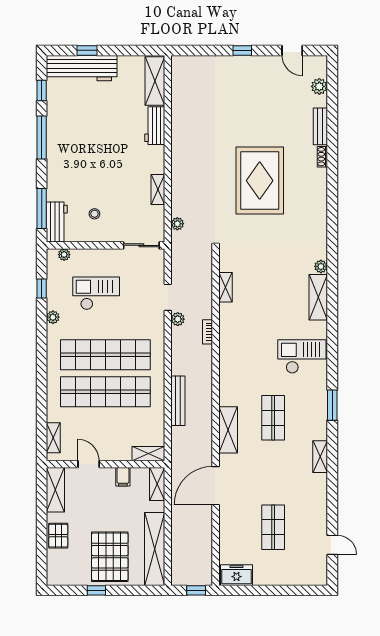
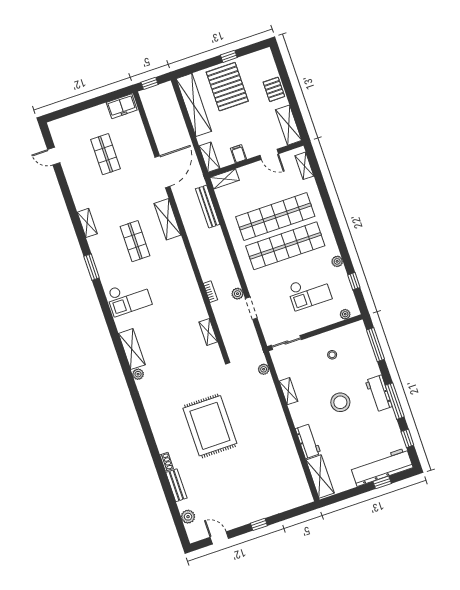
stool: (103, 157) -> (340, 402), added
workbench: (57, 222) -> (379, 393), moved
bench: (178, 401) -> (208, 207), moved

